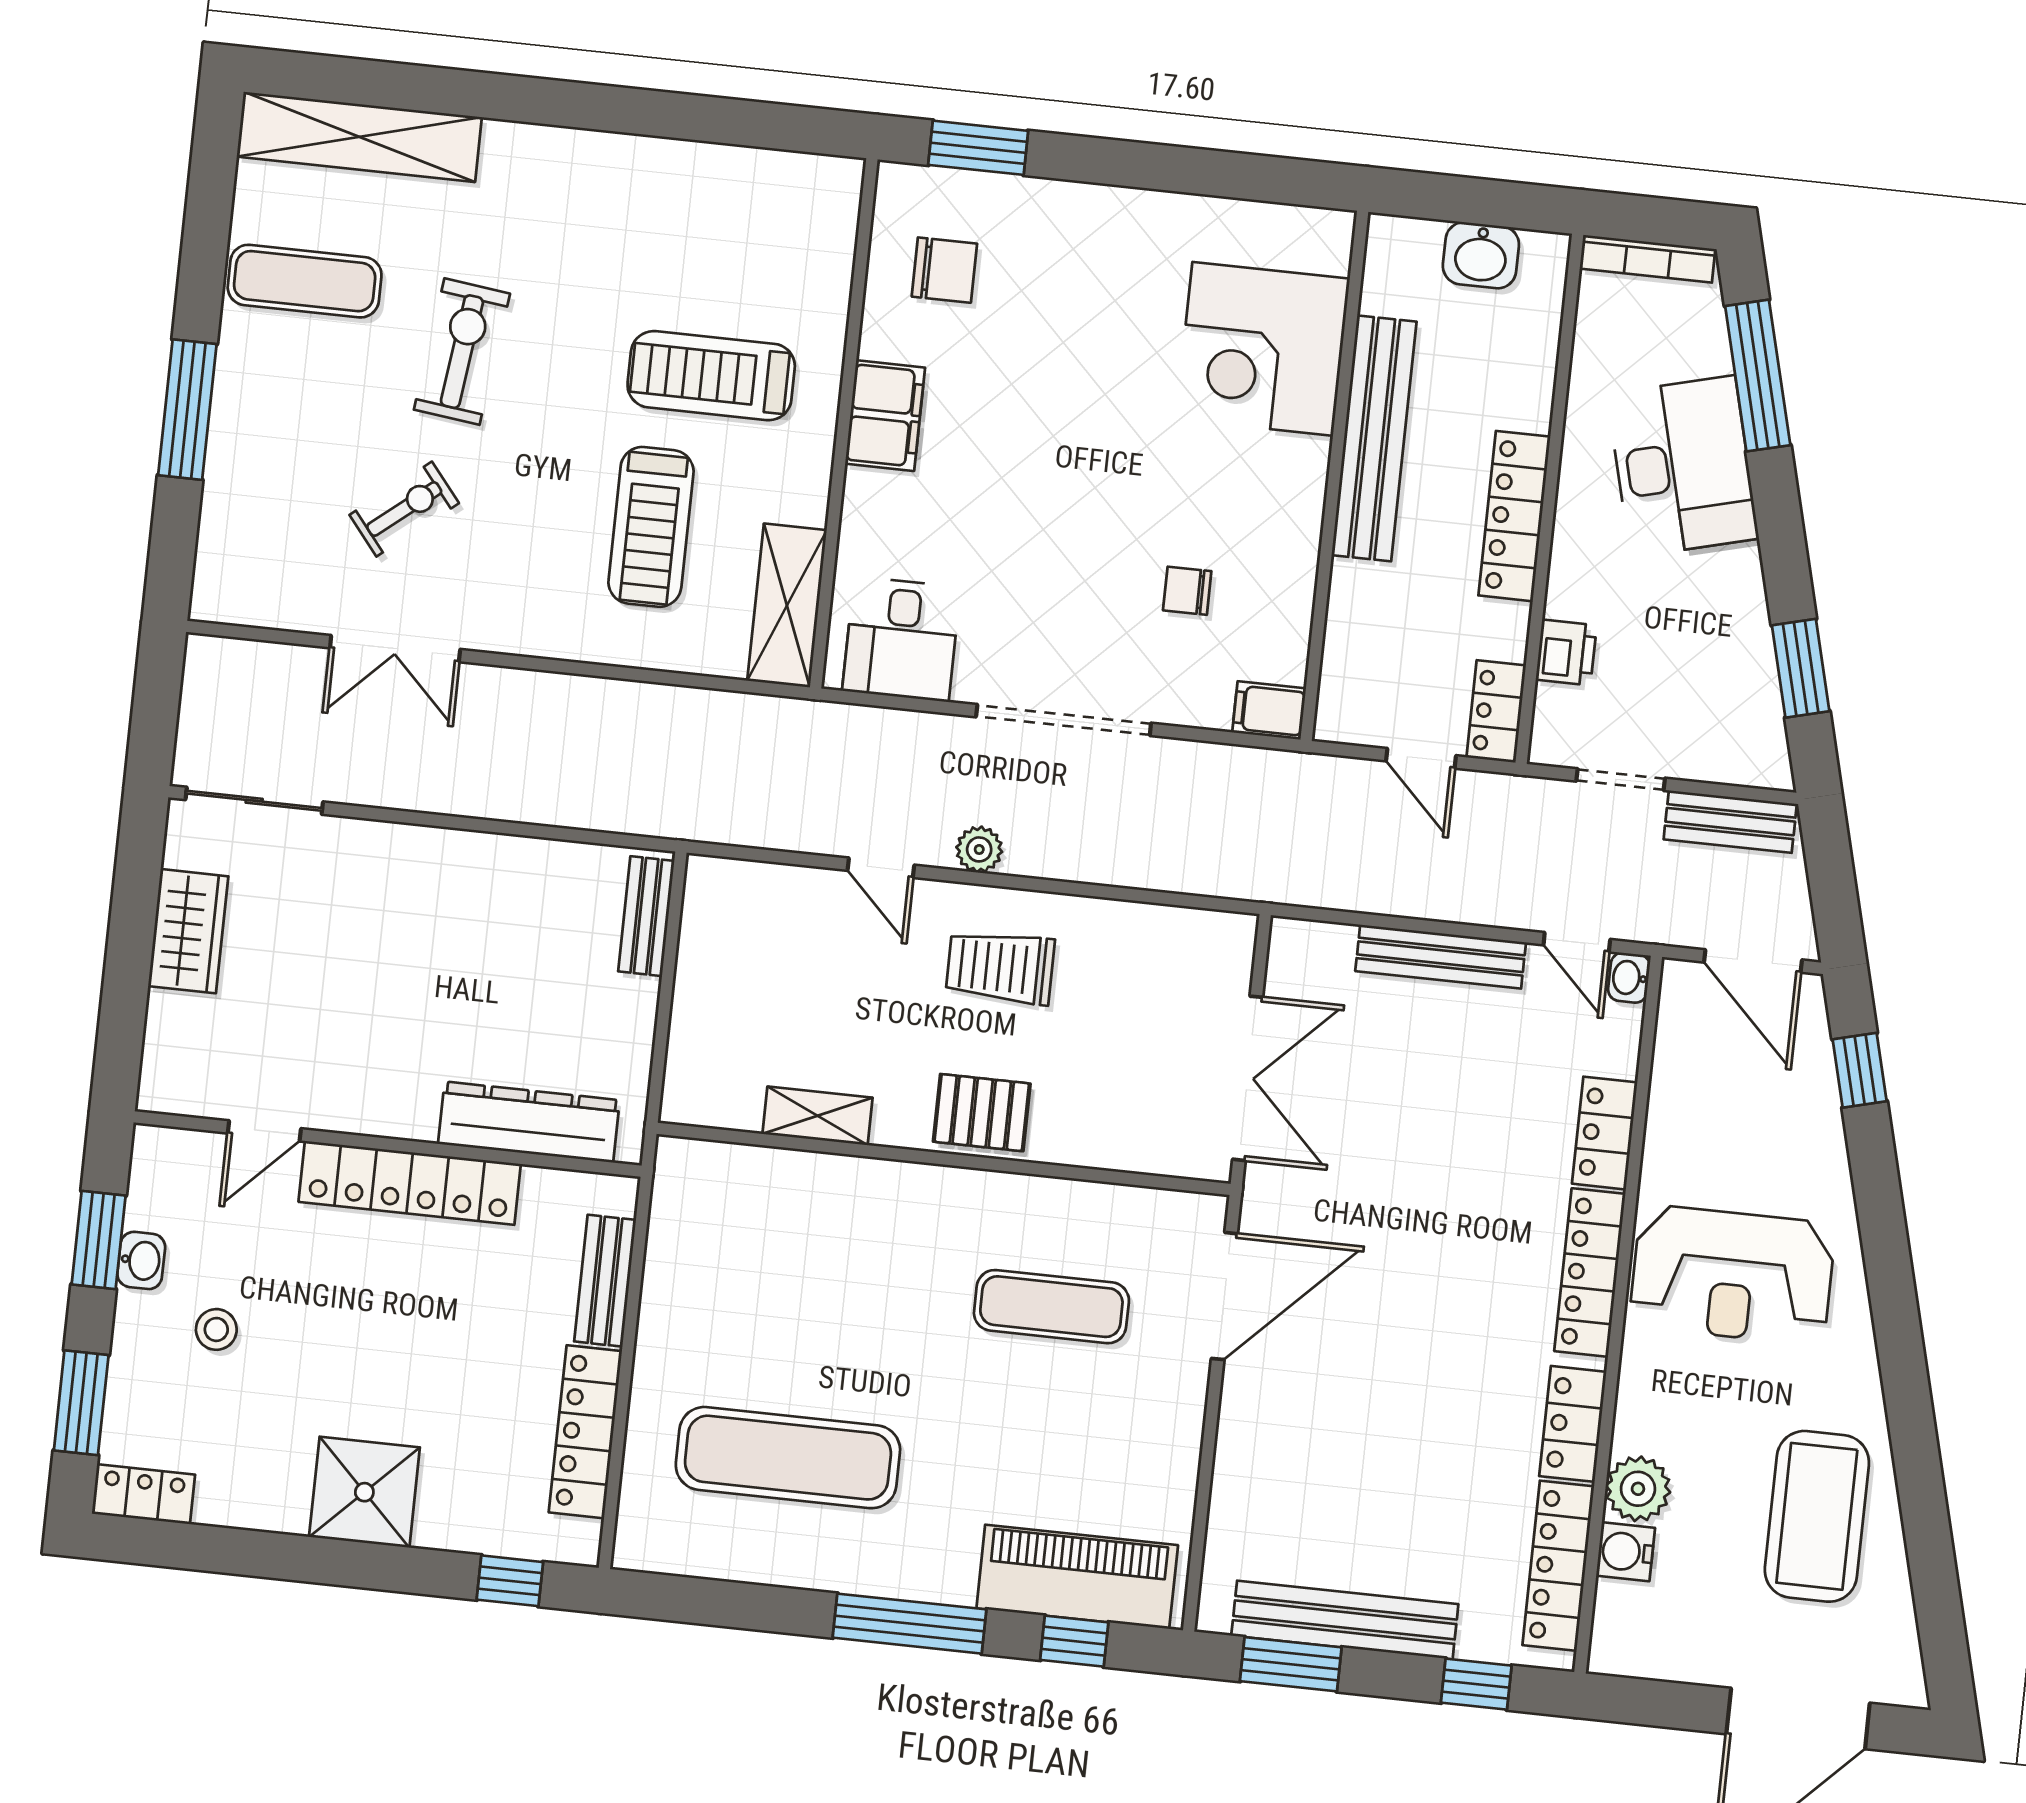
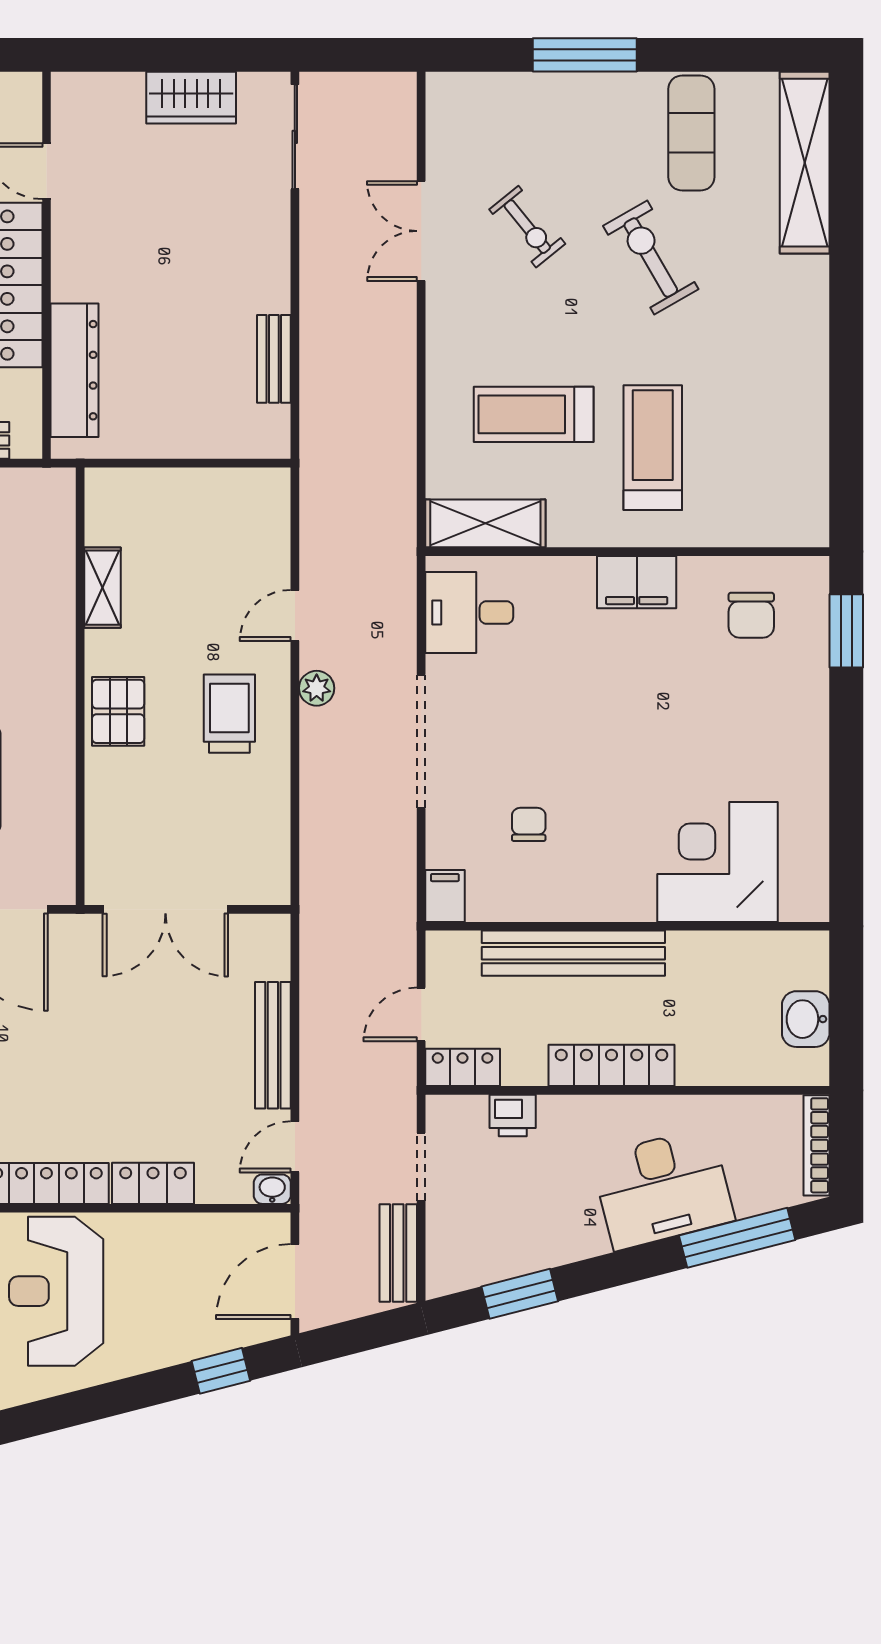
exercise bike: (462, 352) -> (651, 258), turned -127
bench: (1374, 438) -> (573, 953), moved
bench: (646, 916) -> (274, 359), moved, turned 90

